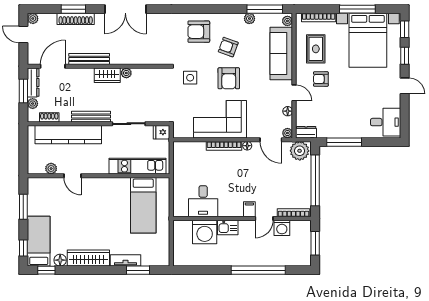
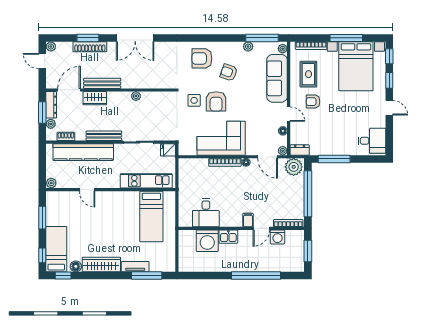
wardrobe: (107, 75) -> (95, 98), moved
armchair: (229, 78) -> (216, 101), moved
plant: (51, 169) -> (51, 183), moved
window: (138, 270) -> (147, 276), width x1.44

